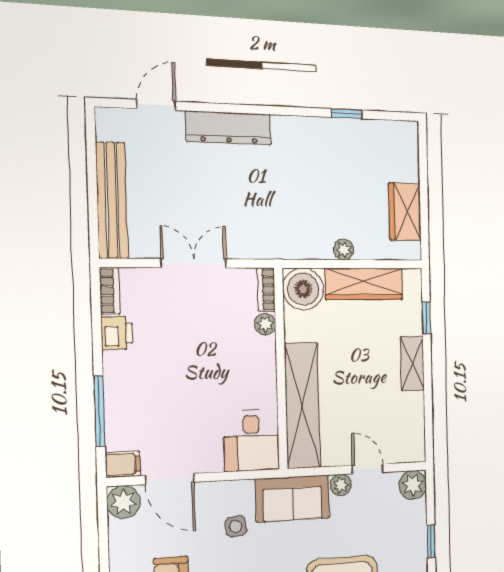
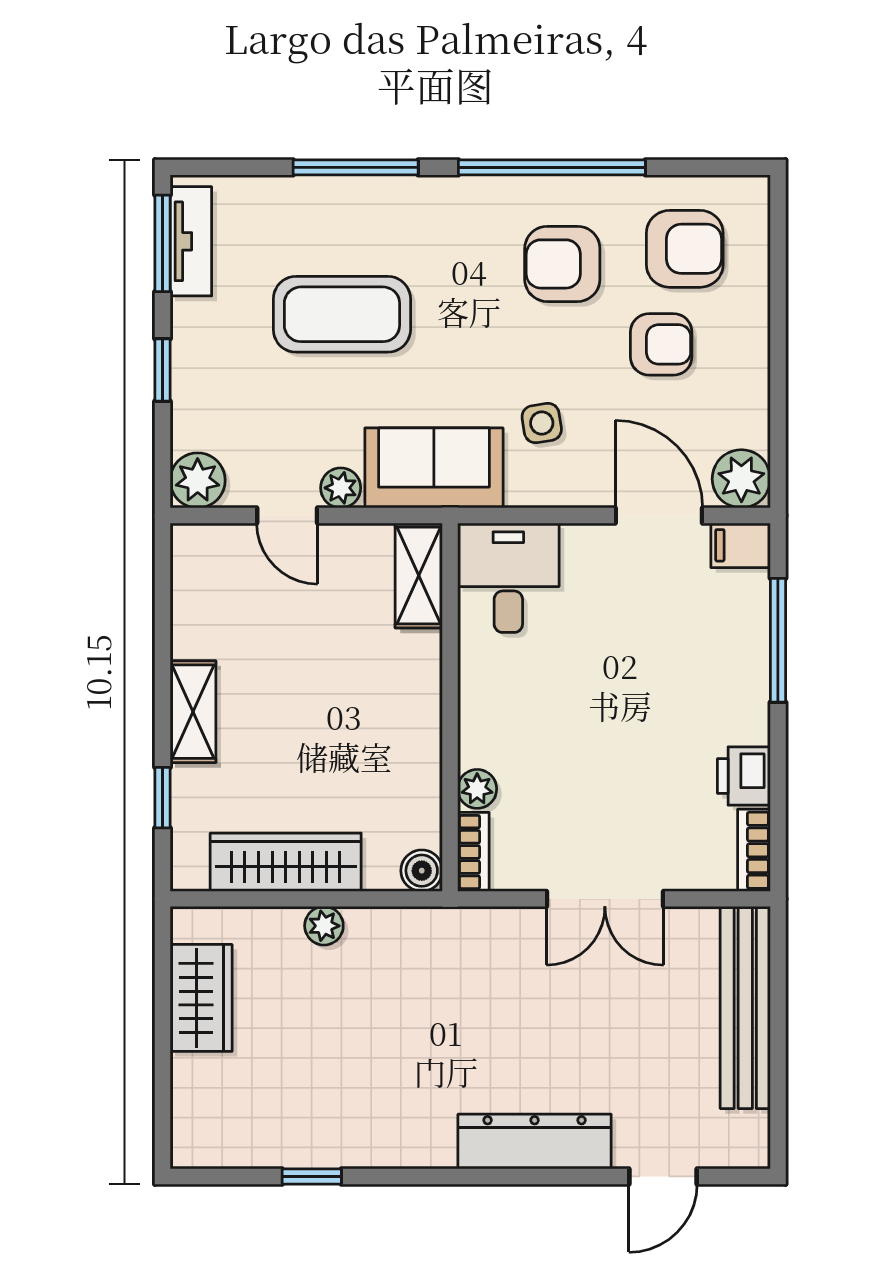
boiler: (303, 289) -> (422, 871), width x0.54, depth x0.54
shelving: (302, 406) -> (419, 576), width x0.45, depth x0.75

